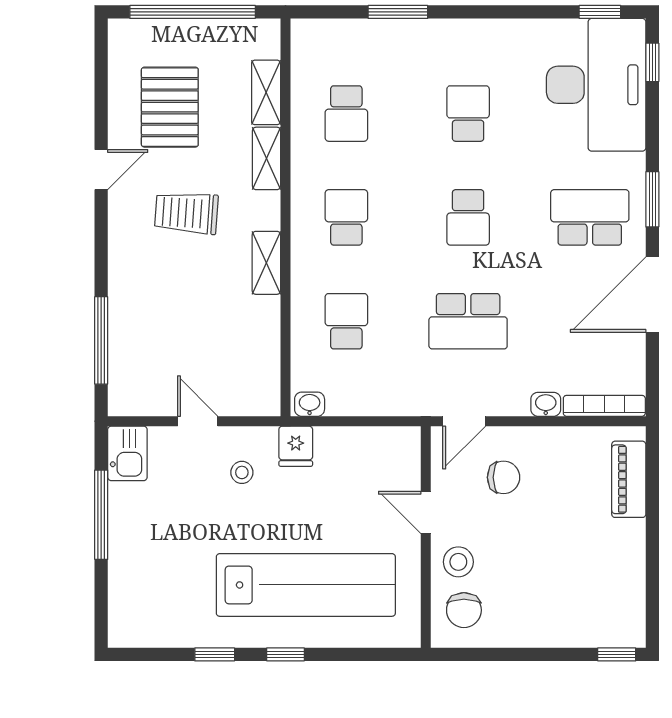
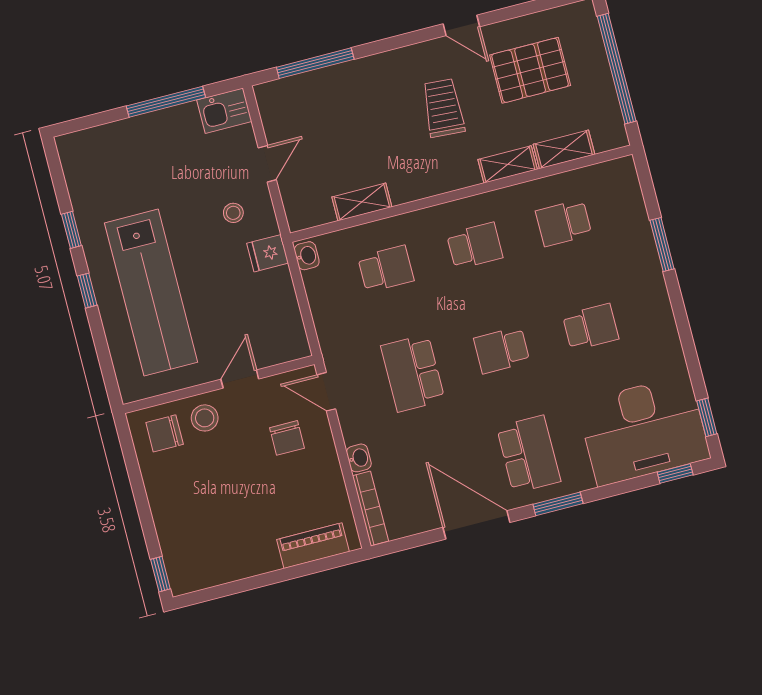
shelving: (266, 263) -> (362, 202), moved

